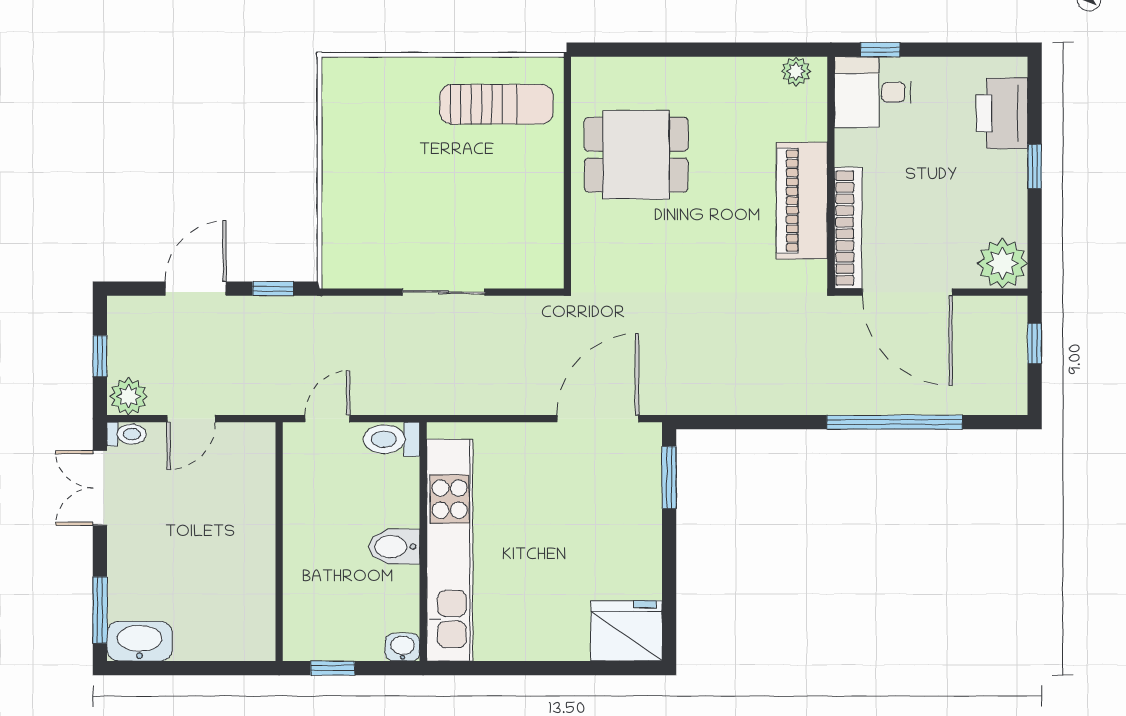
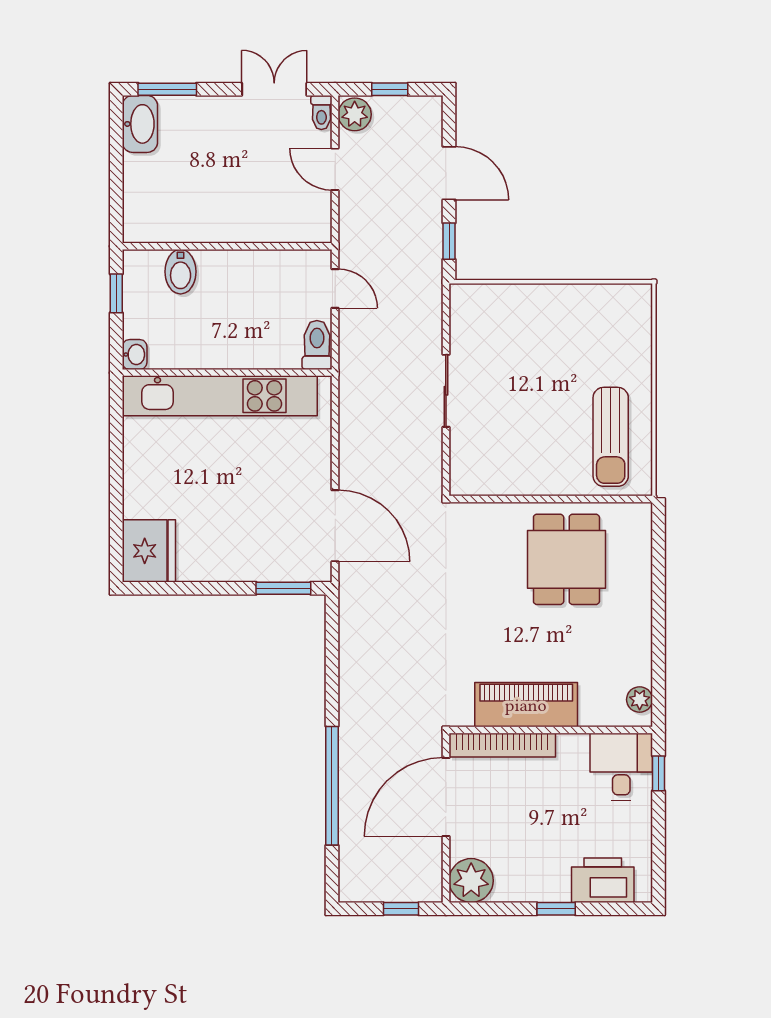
bidet: (394, 547) -> (181, 272), moved, turned 180

